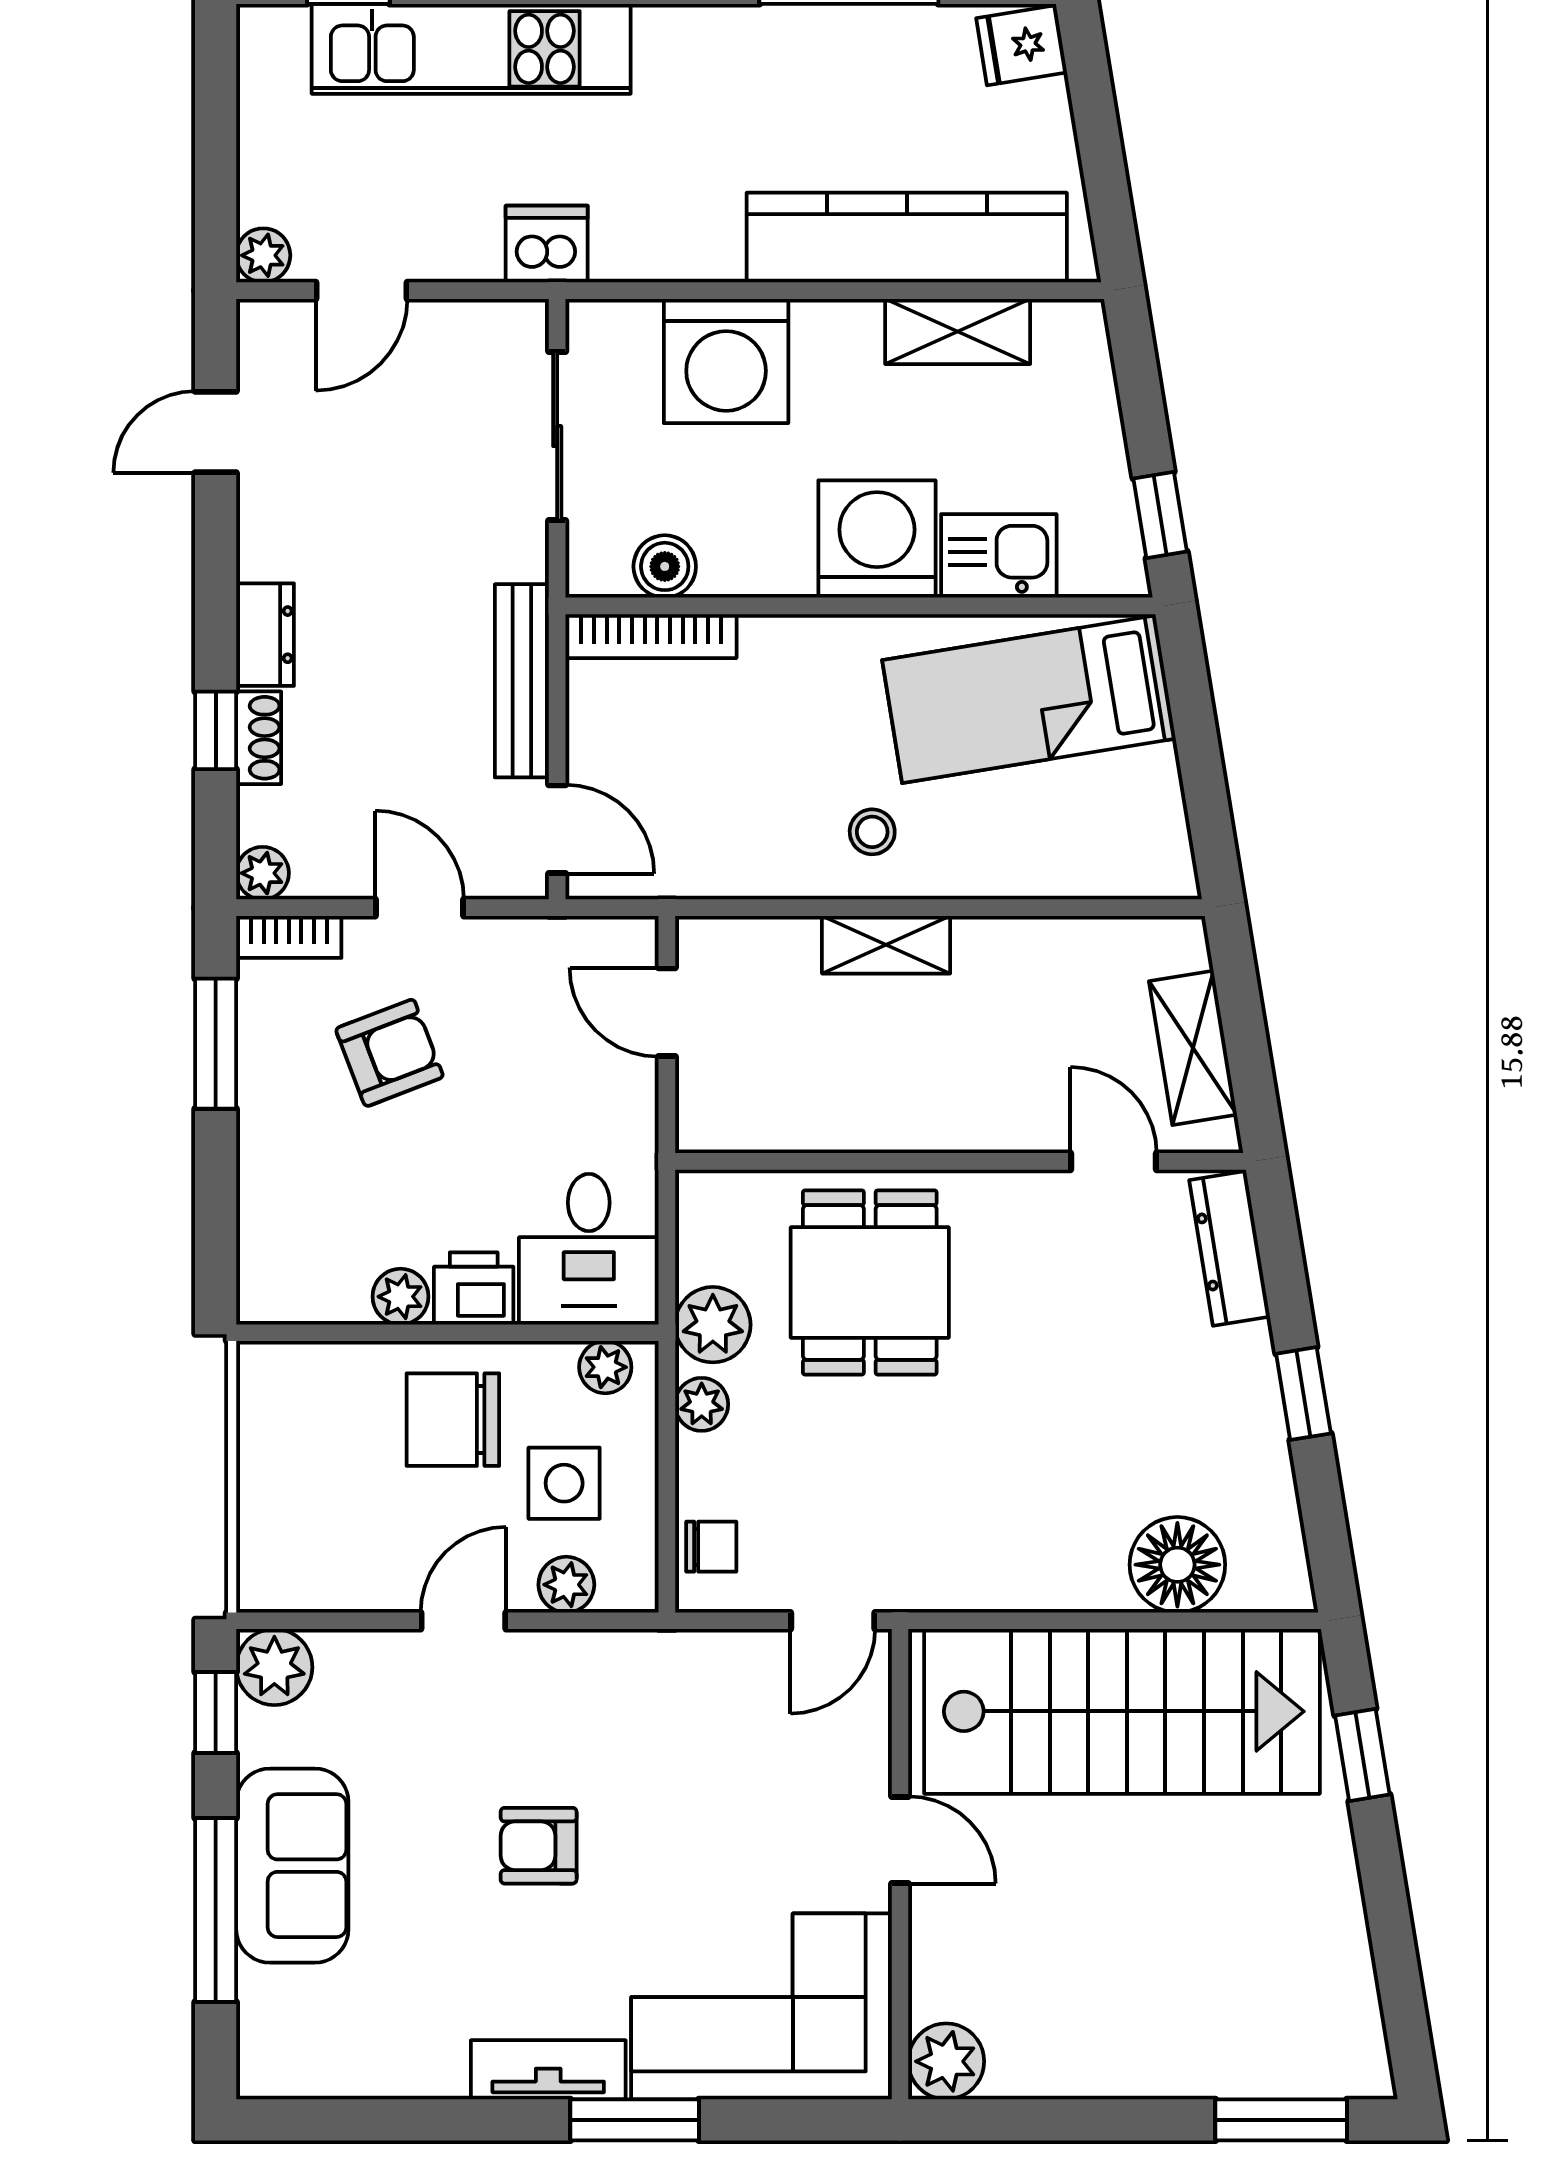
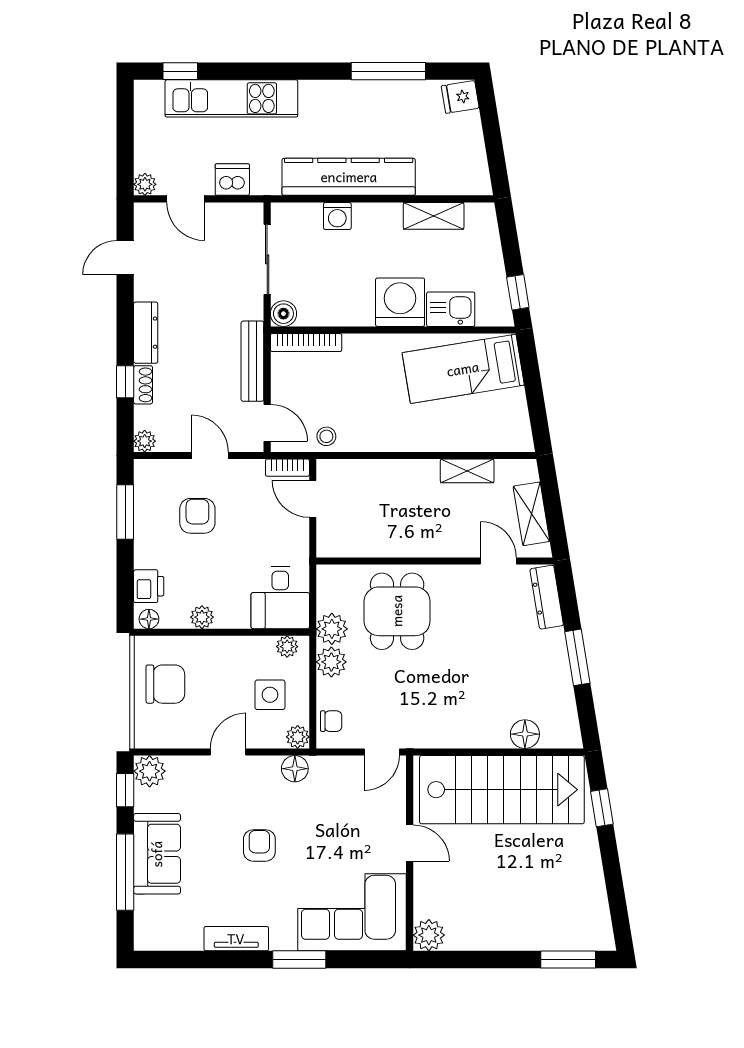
kitchen counter: (907, 237) -> (349, 177), moved
dishwasher: (547, 244) -> (232, 180), moved
door: (362, 291) -> (186, 199), hinge flipped
washing machine: (726, 361) -> (337, 216), width x0.53, depth x0.53
boiler: (665, 566) -> (283, 314), moved
dresser: (265, 635) -> (146, 333), width x1.44
stool: (872, 832) -> (326, 436), moved
bookcase: (289, 937) -> (287, 468), moved
shelving: (886, 945) -> (467, 471), moved
armchair: (389, 1053) -> (197, 516), turned -69
printer: (474, 1288) -> (149, 586), moved, turned 90
floor lamp: (273, 1301) -> (149, 619), added
window: (1303, 1394) -> (577, 657), width x1.50
plant: (702, 1404) -> (331, 662), width x1.38, depth x1.38
chair: (453, 1420) -> (165, 684), moved, turned 180
floor lamp: (1177, 1565) -> (525, 734), width x0.73, depth x0.73
plant: (566, 1585) -> (298, 737), moved
floor lamp: (624, 1661) -> (295, 769), added
armchair: (539, 1846) -> (259, 845), turned 90
tv unit: (548, 2070) -> (236, 939), moved

